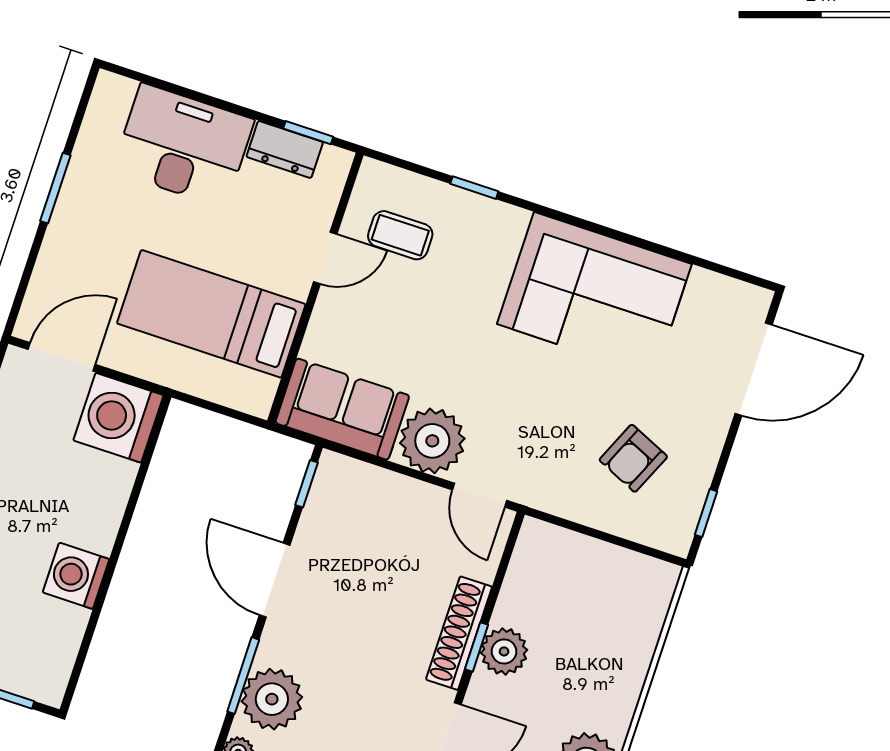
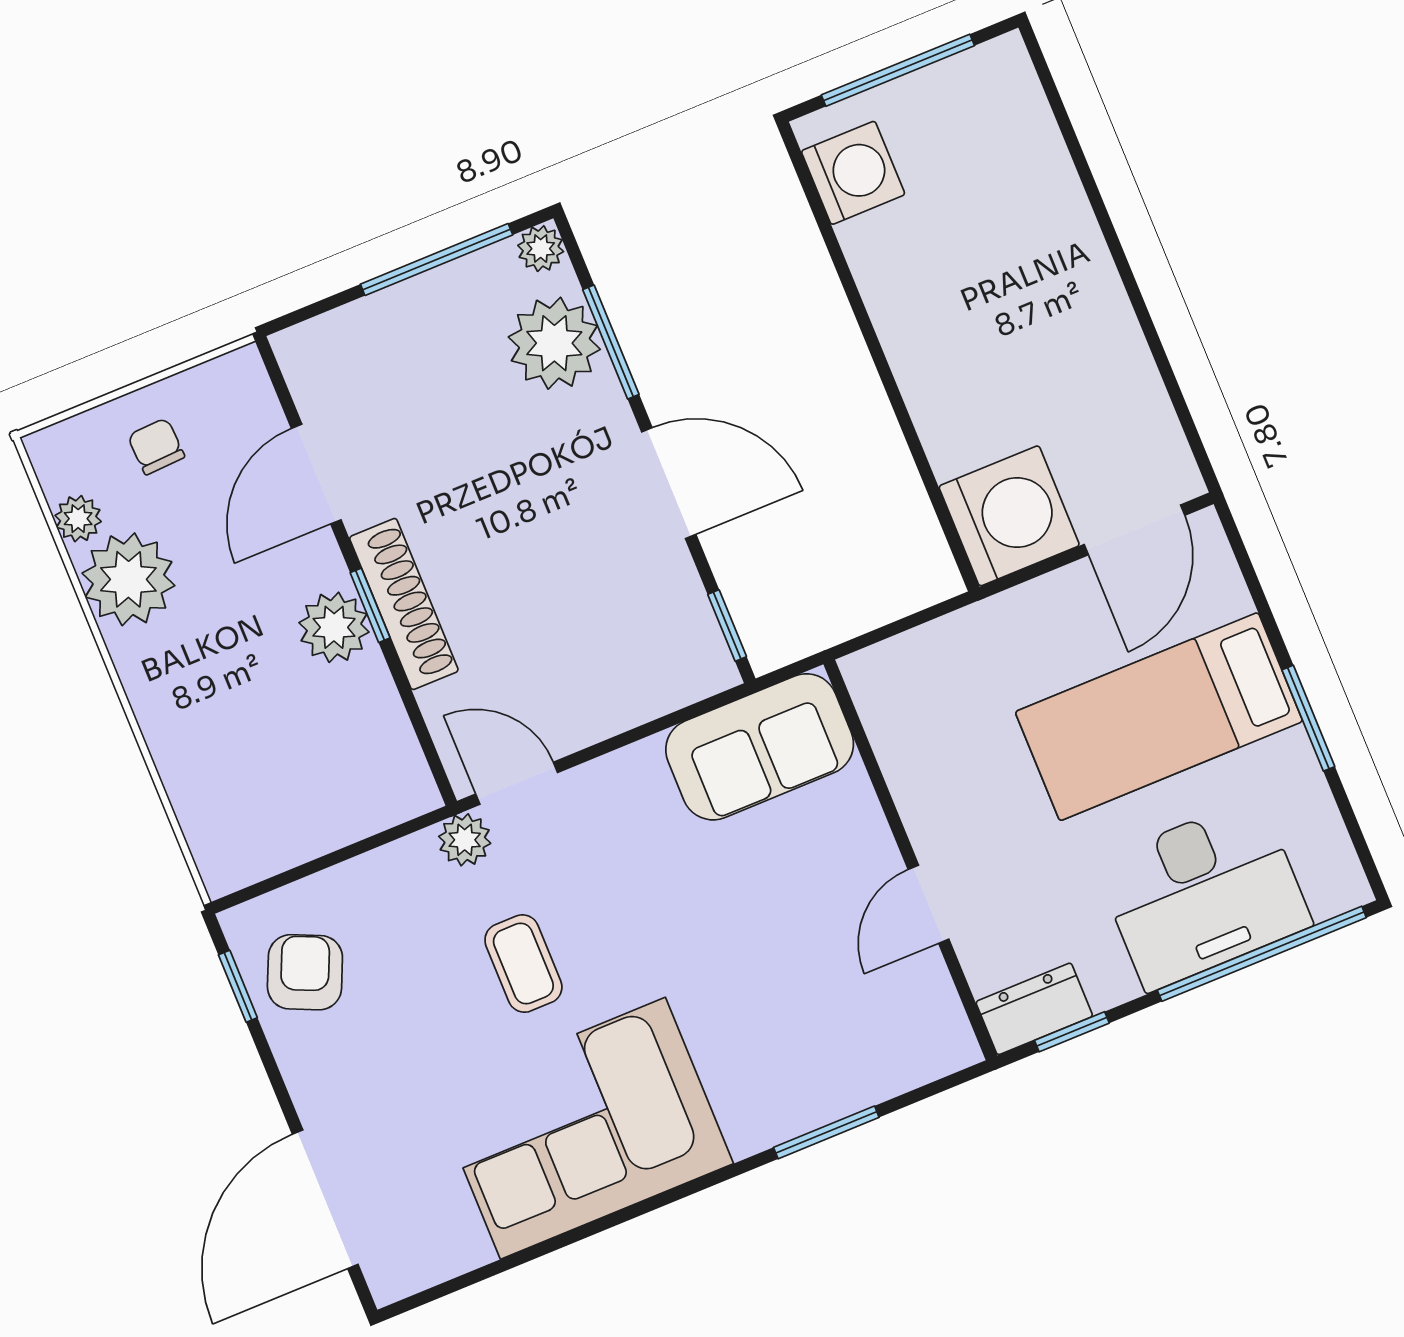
window: (180, 90) -> (1262, 954), added
dresser: (285, 149) -> (1034, 1009), moved
window: (474, 188) -> (826, 1132), width x1.50
coffee table: (400, 235) -> (523, 964), moved, turned 90
bed: (211, 314) -> (1159, 717), moved, turned 180
plant: (432, 441) -> (465, 840), moved, width x0.53, depth x0.53
armchair: (633, 458) -> (305, 972), moved
washing machine: (76, 576) -> (853, 173), moved

